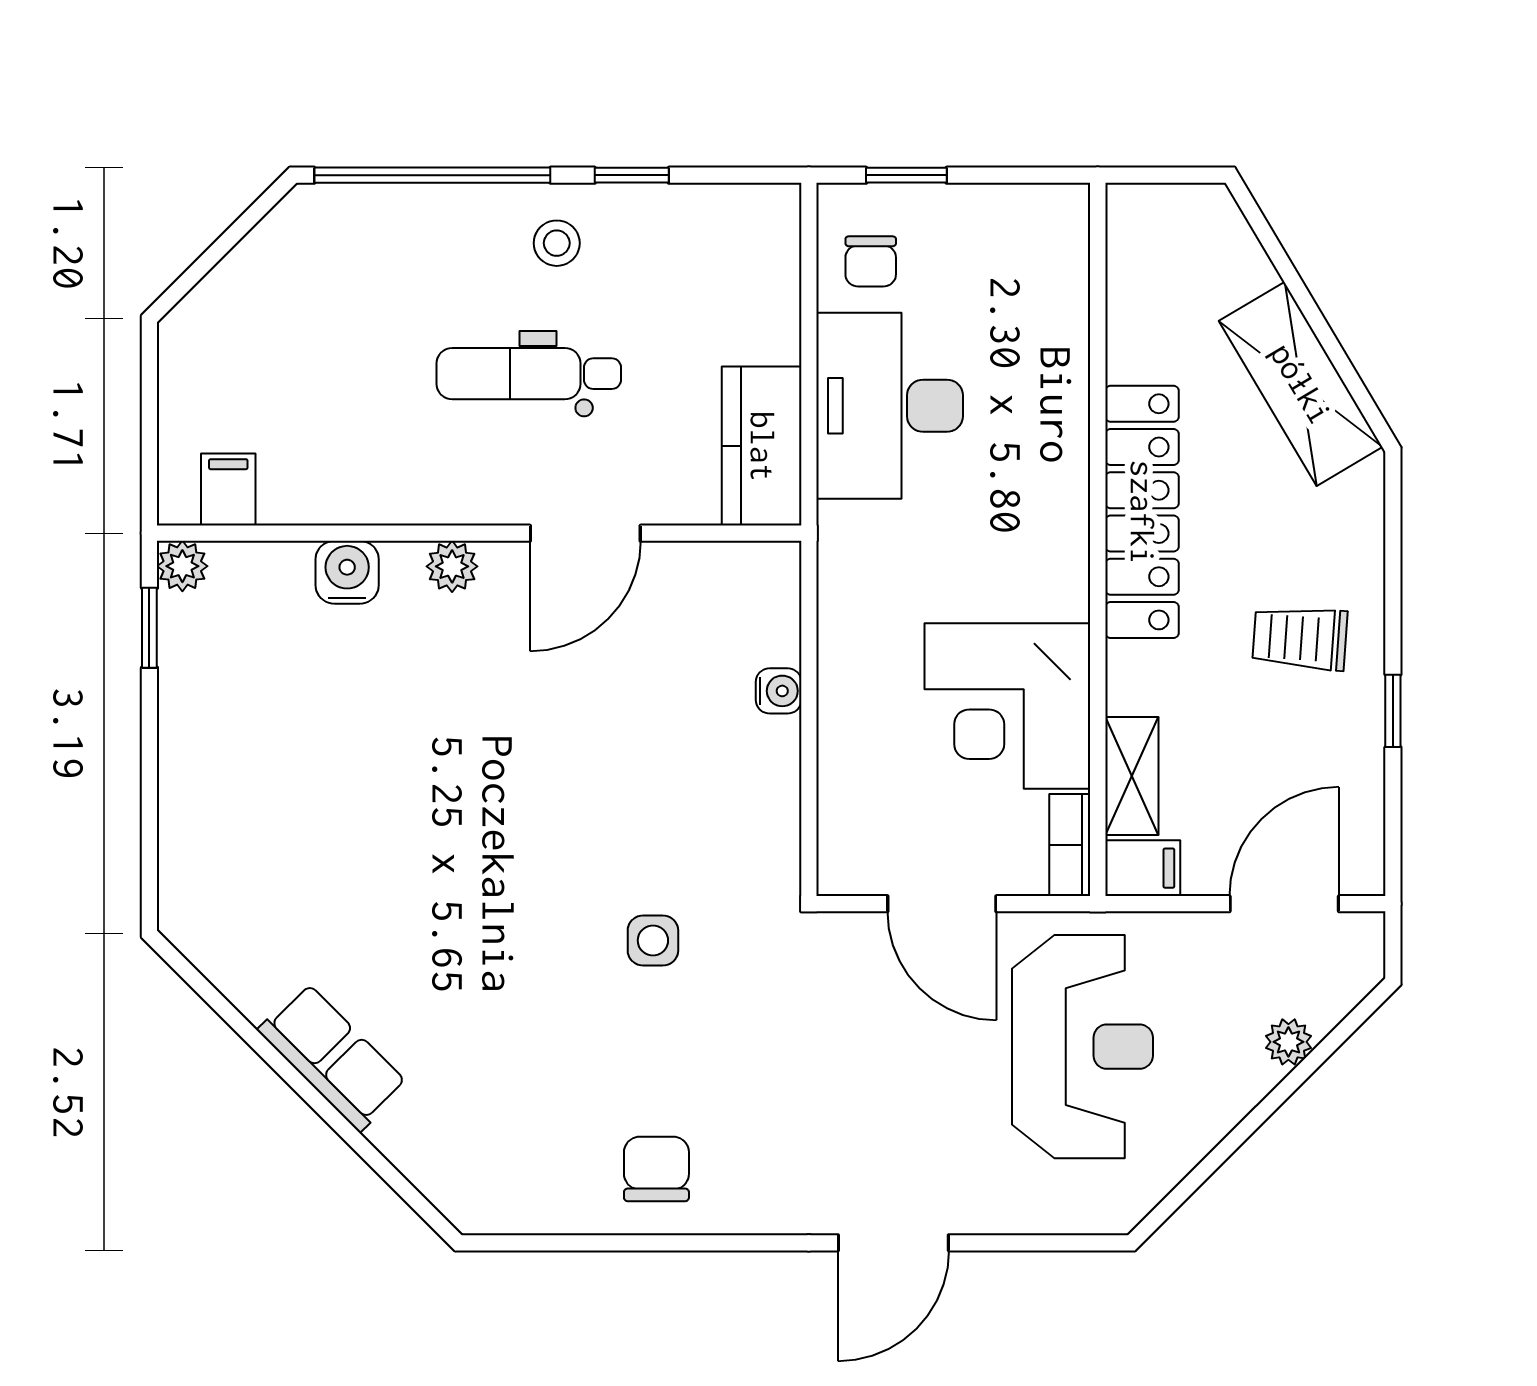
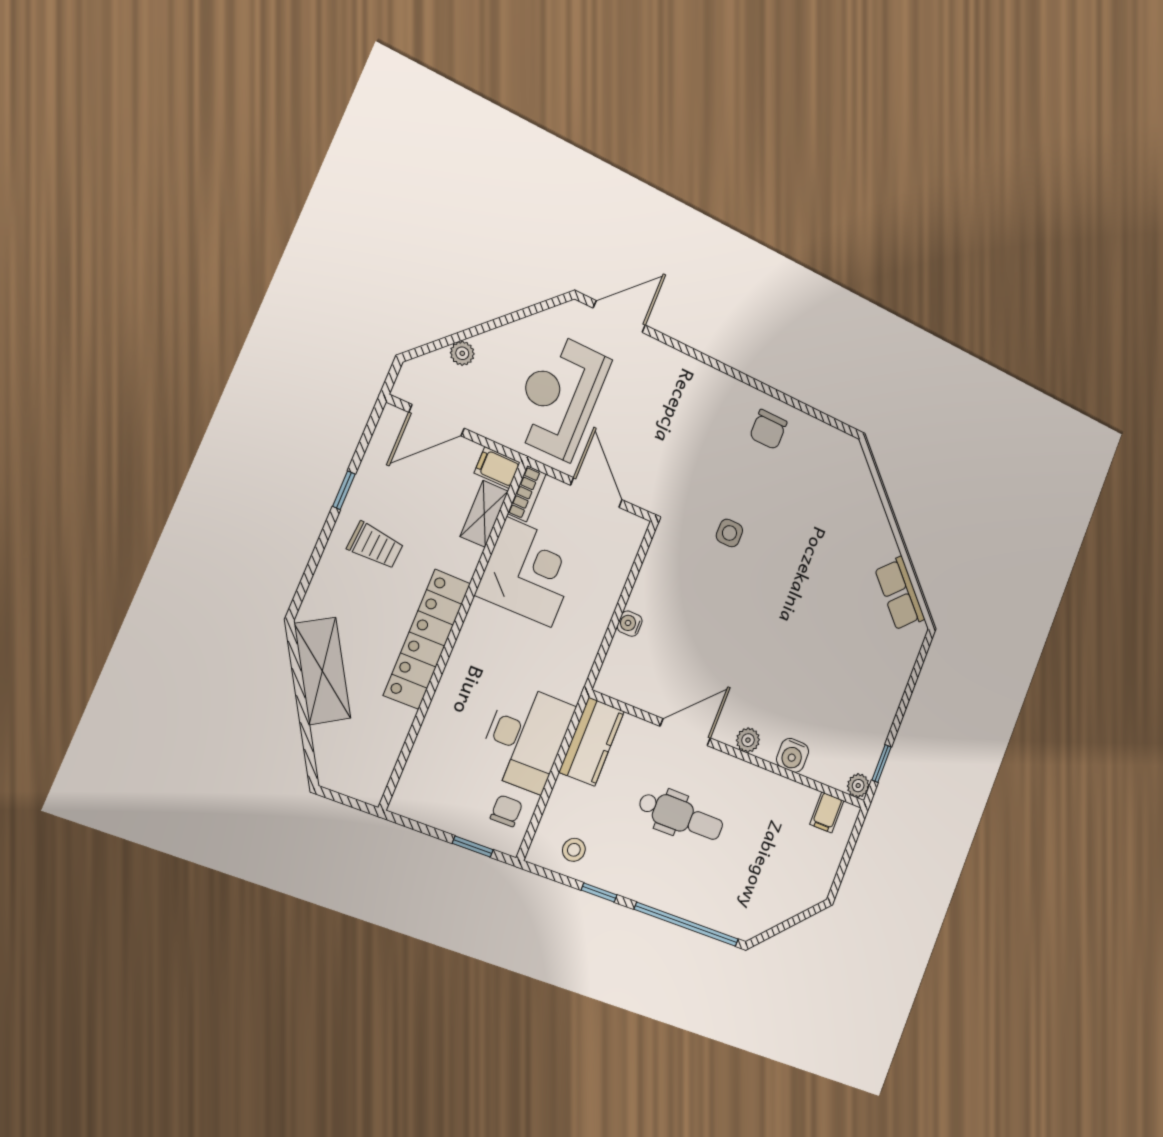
stool: (557, 243) -> (574, 850), moved
row of seats: (333, 1057) -> (900, 594), moved
door: (893, 1243) -> (619, 317), moved

